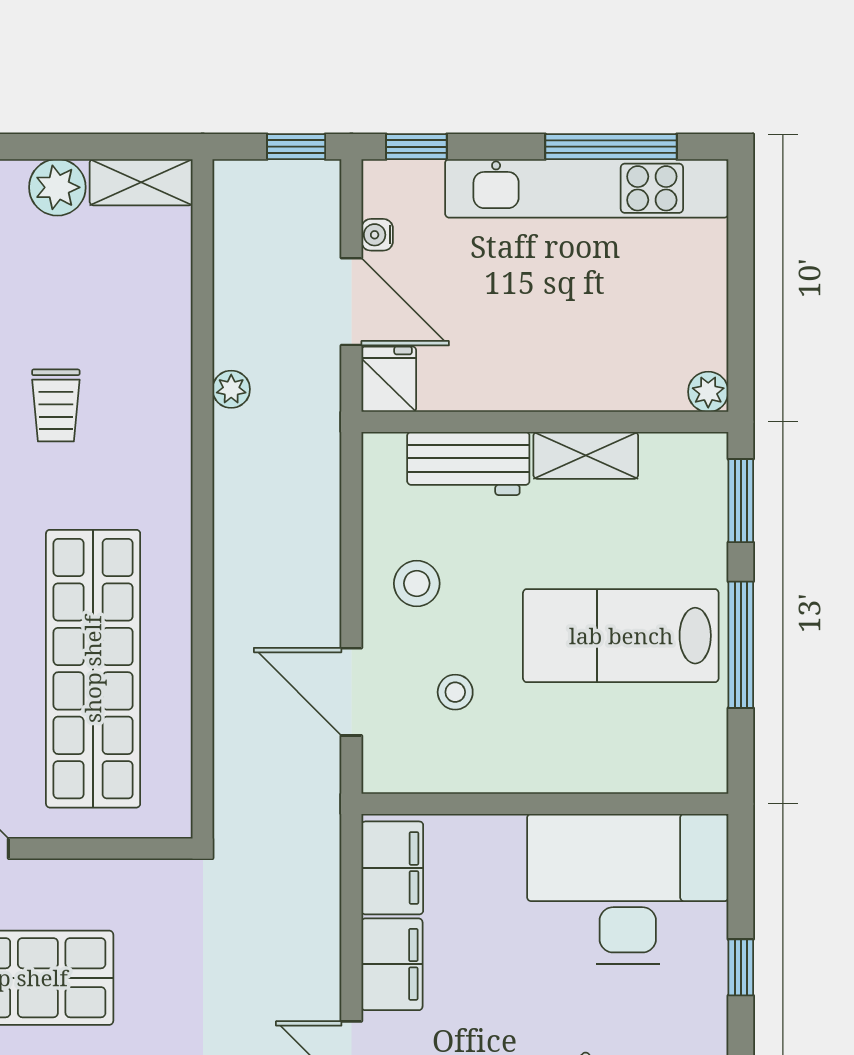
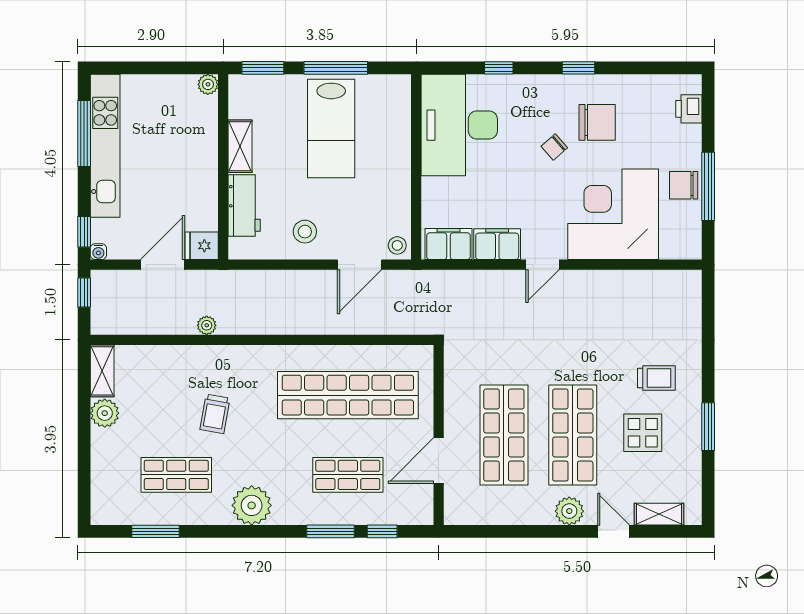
water cooler: (377, 235) -> (98, 252), moved
trolley: (56, 405) -> (215, 414), turned 100
stool: (455, 692) -> (397, 245), moved

